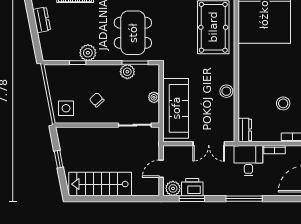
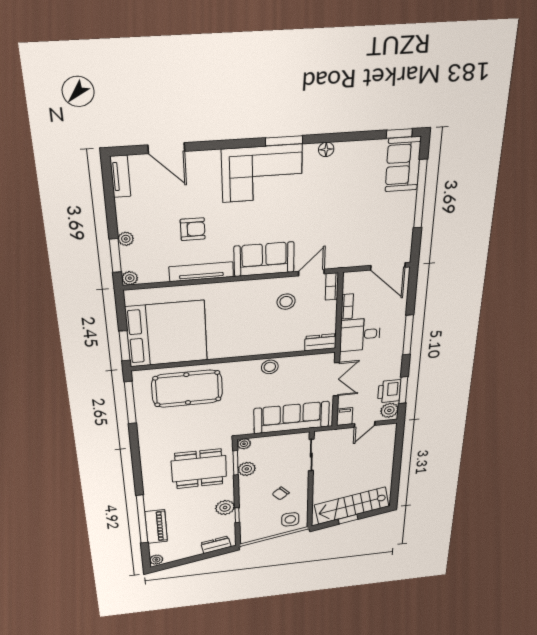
dresser: (42, 20) -> (216, 545), moved
plant: (154, 97) -> (244, 444), moved
filing cabinet: (171, 152) -> (345, 417), added
door: (161, 169) -> (365, 424), hinge flipped
stairs: (100, 184) -> (352, 506), moved, turned 79

